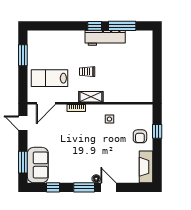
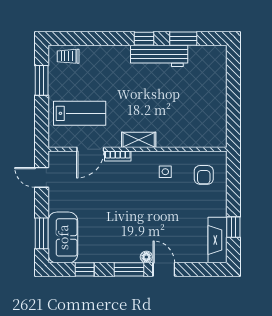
window: (122, 26) -> (183, 39), width x0.69
trolley: (87, 72) -> (68, 56), moved
lab bench: (50, 78) -> (80, 113), turned 180
door: (46, 103) -> (90, 149), moved
window: (157, 131) -> (233, 227), moved
armchair: (140, 136) -> (204, 175), moved

